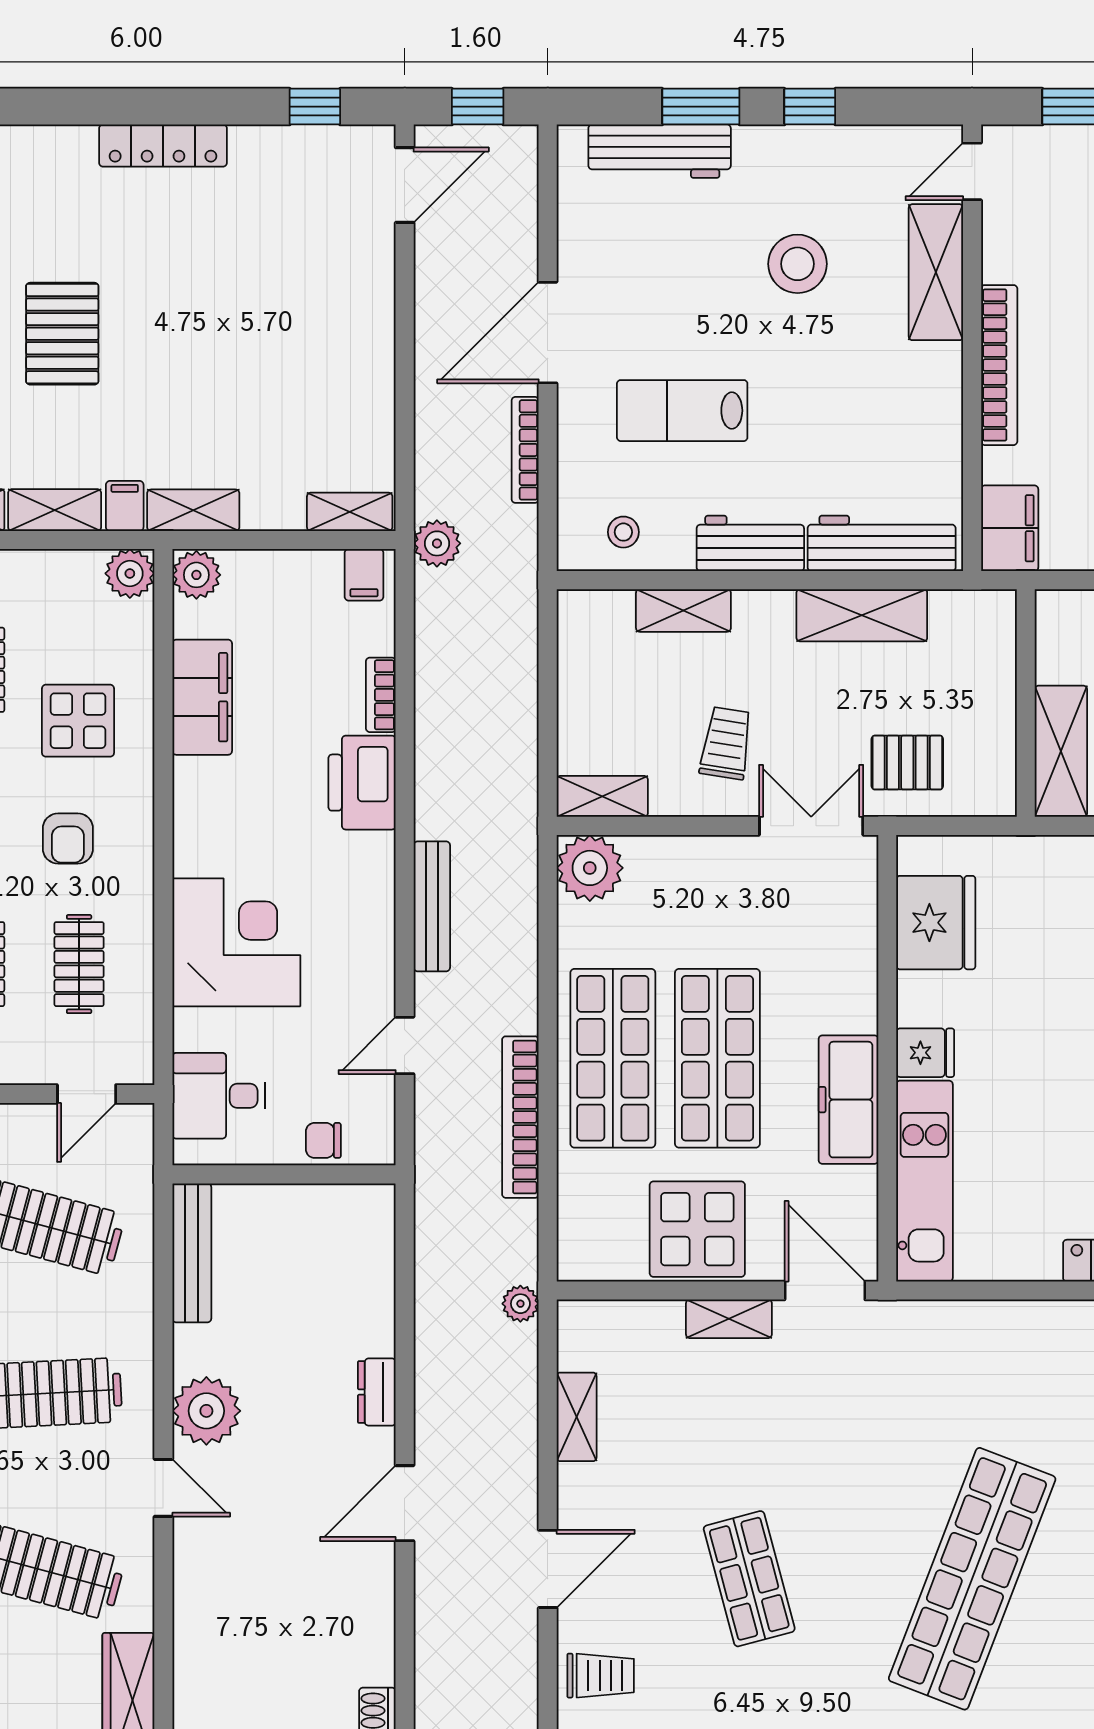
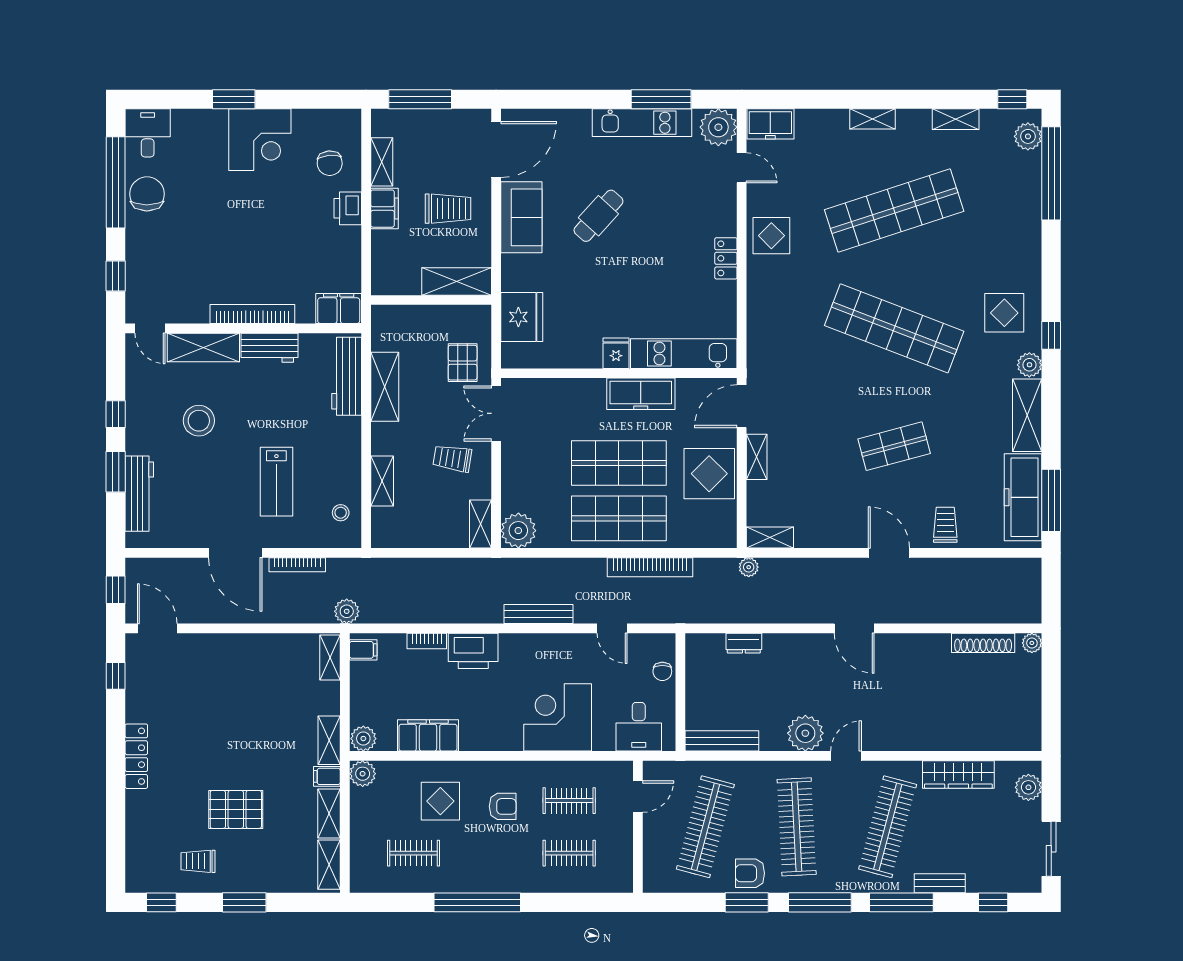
workbench: (750, 543) -> (270, 348), moved, turned -90
fridge: (936, 923) -> (522, 317), moved, turned 90
door: (87, 1094) -> (638, 797), hinge flipped
dresser: (377, 1392) -> (744, 643), moved
shelving: (577, 1417) -> (770, 538), moved

